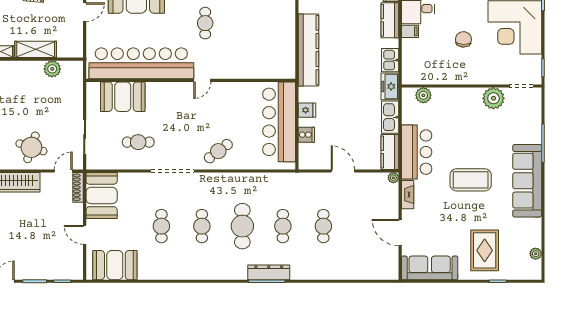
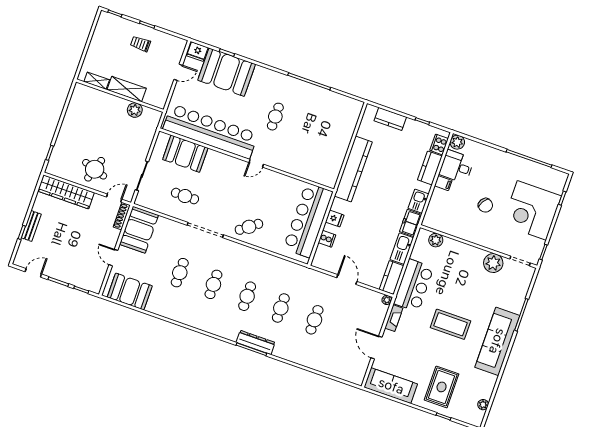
chair: (463, 39) -> (485, 205), turned 120
cafe table: (242, 226) -> (247, 296), width x0.73, depth x0.74

